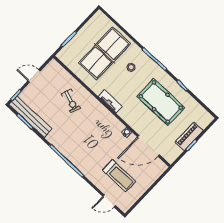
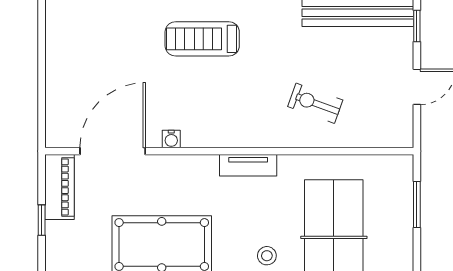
piano: (189, 136) -> (59, 187), moved
treadmill: (119, 176) -> (202, 39), moved

